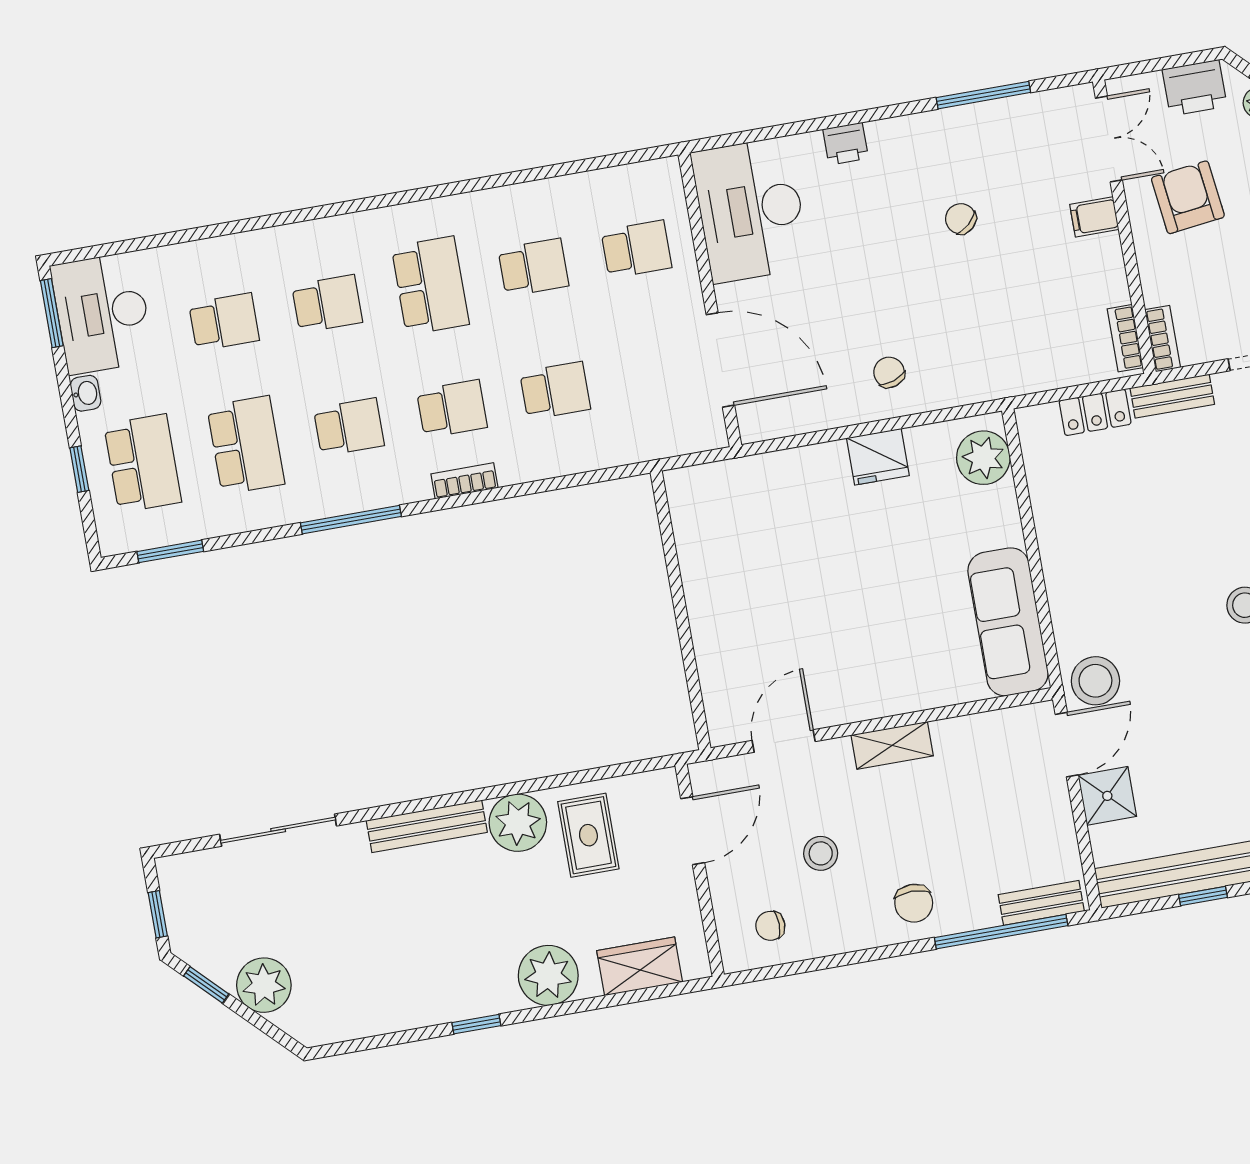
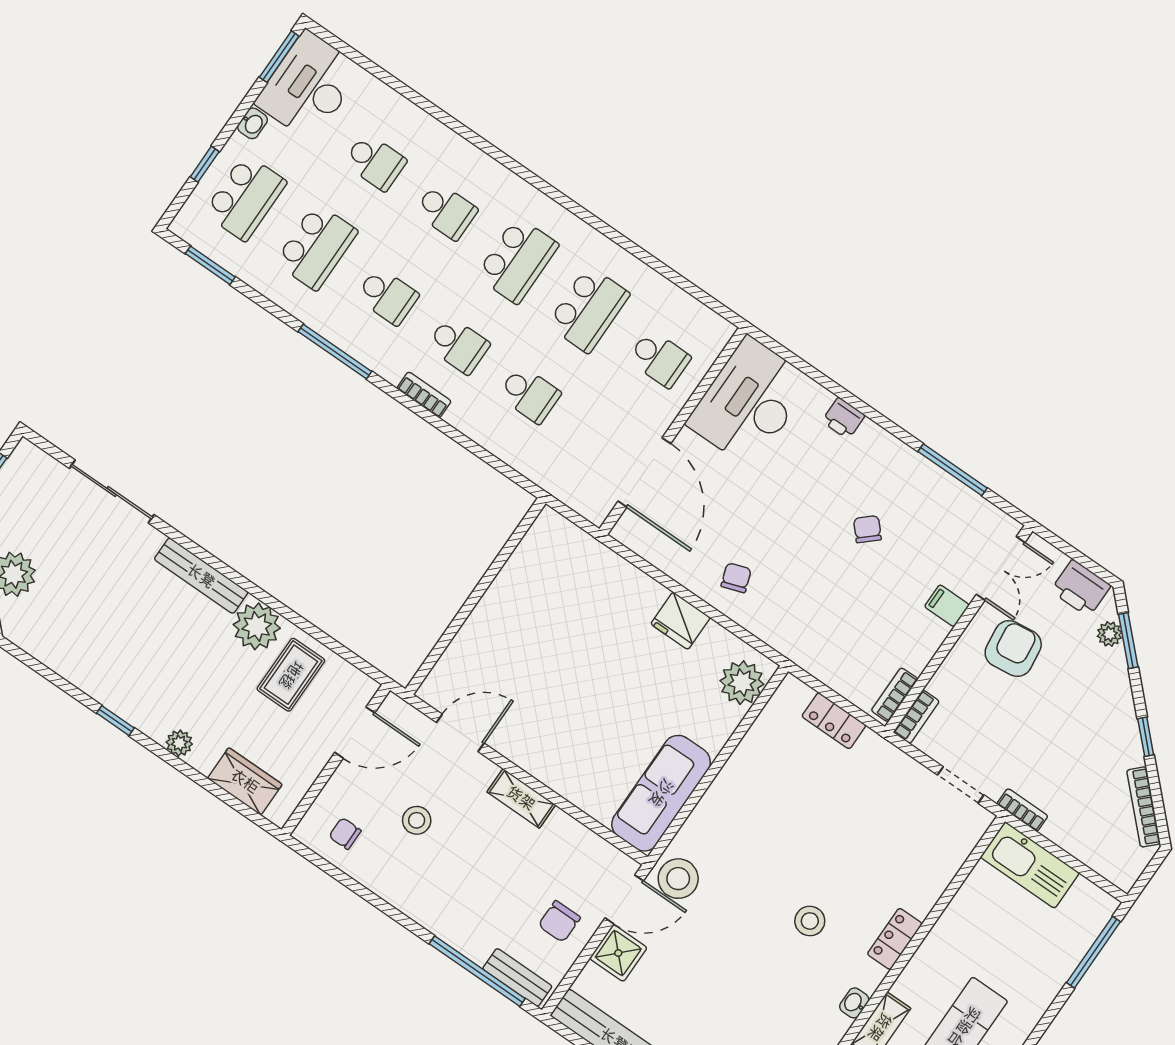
school desk: (533, 267) -> (588, 309), width x1.85
bench: (1172, 396) -> (889, 756), removed
chair: (914, 903) -> (559, 921), moved
plant: (548, 975) -> (179, 743), width x0.53, depth x0.53

